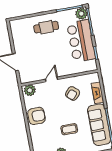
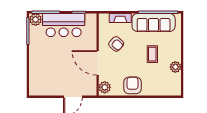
cafe table: (46, 27) -> (43, 58), removed
door: (52, 79) -> (98, 63), width x1.88

